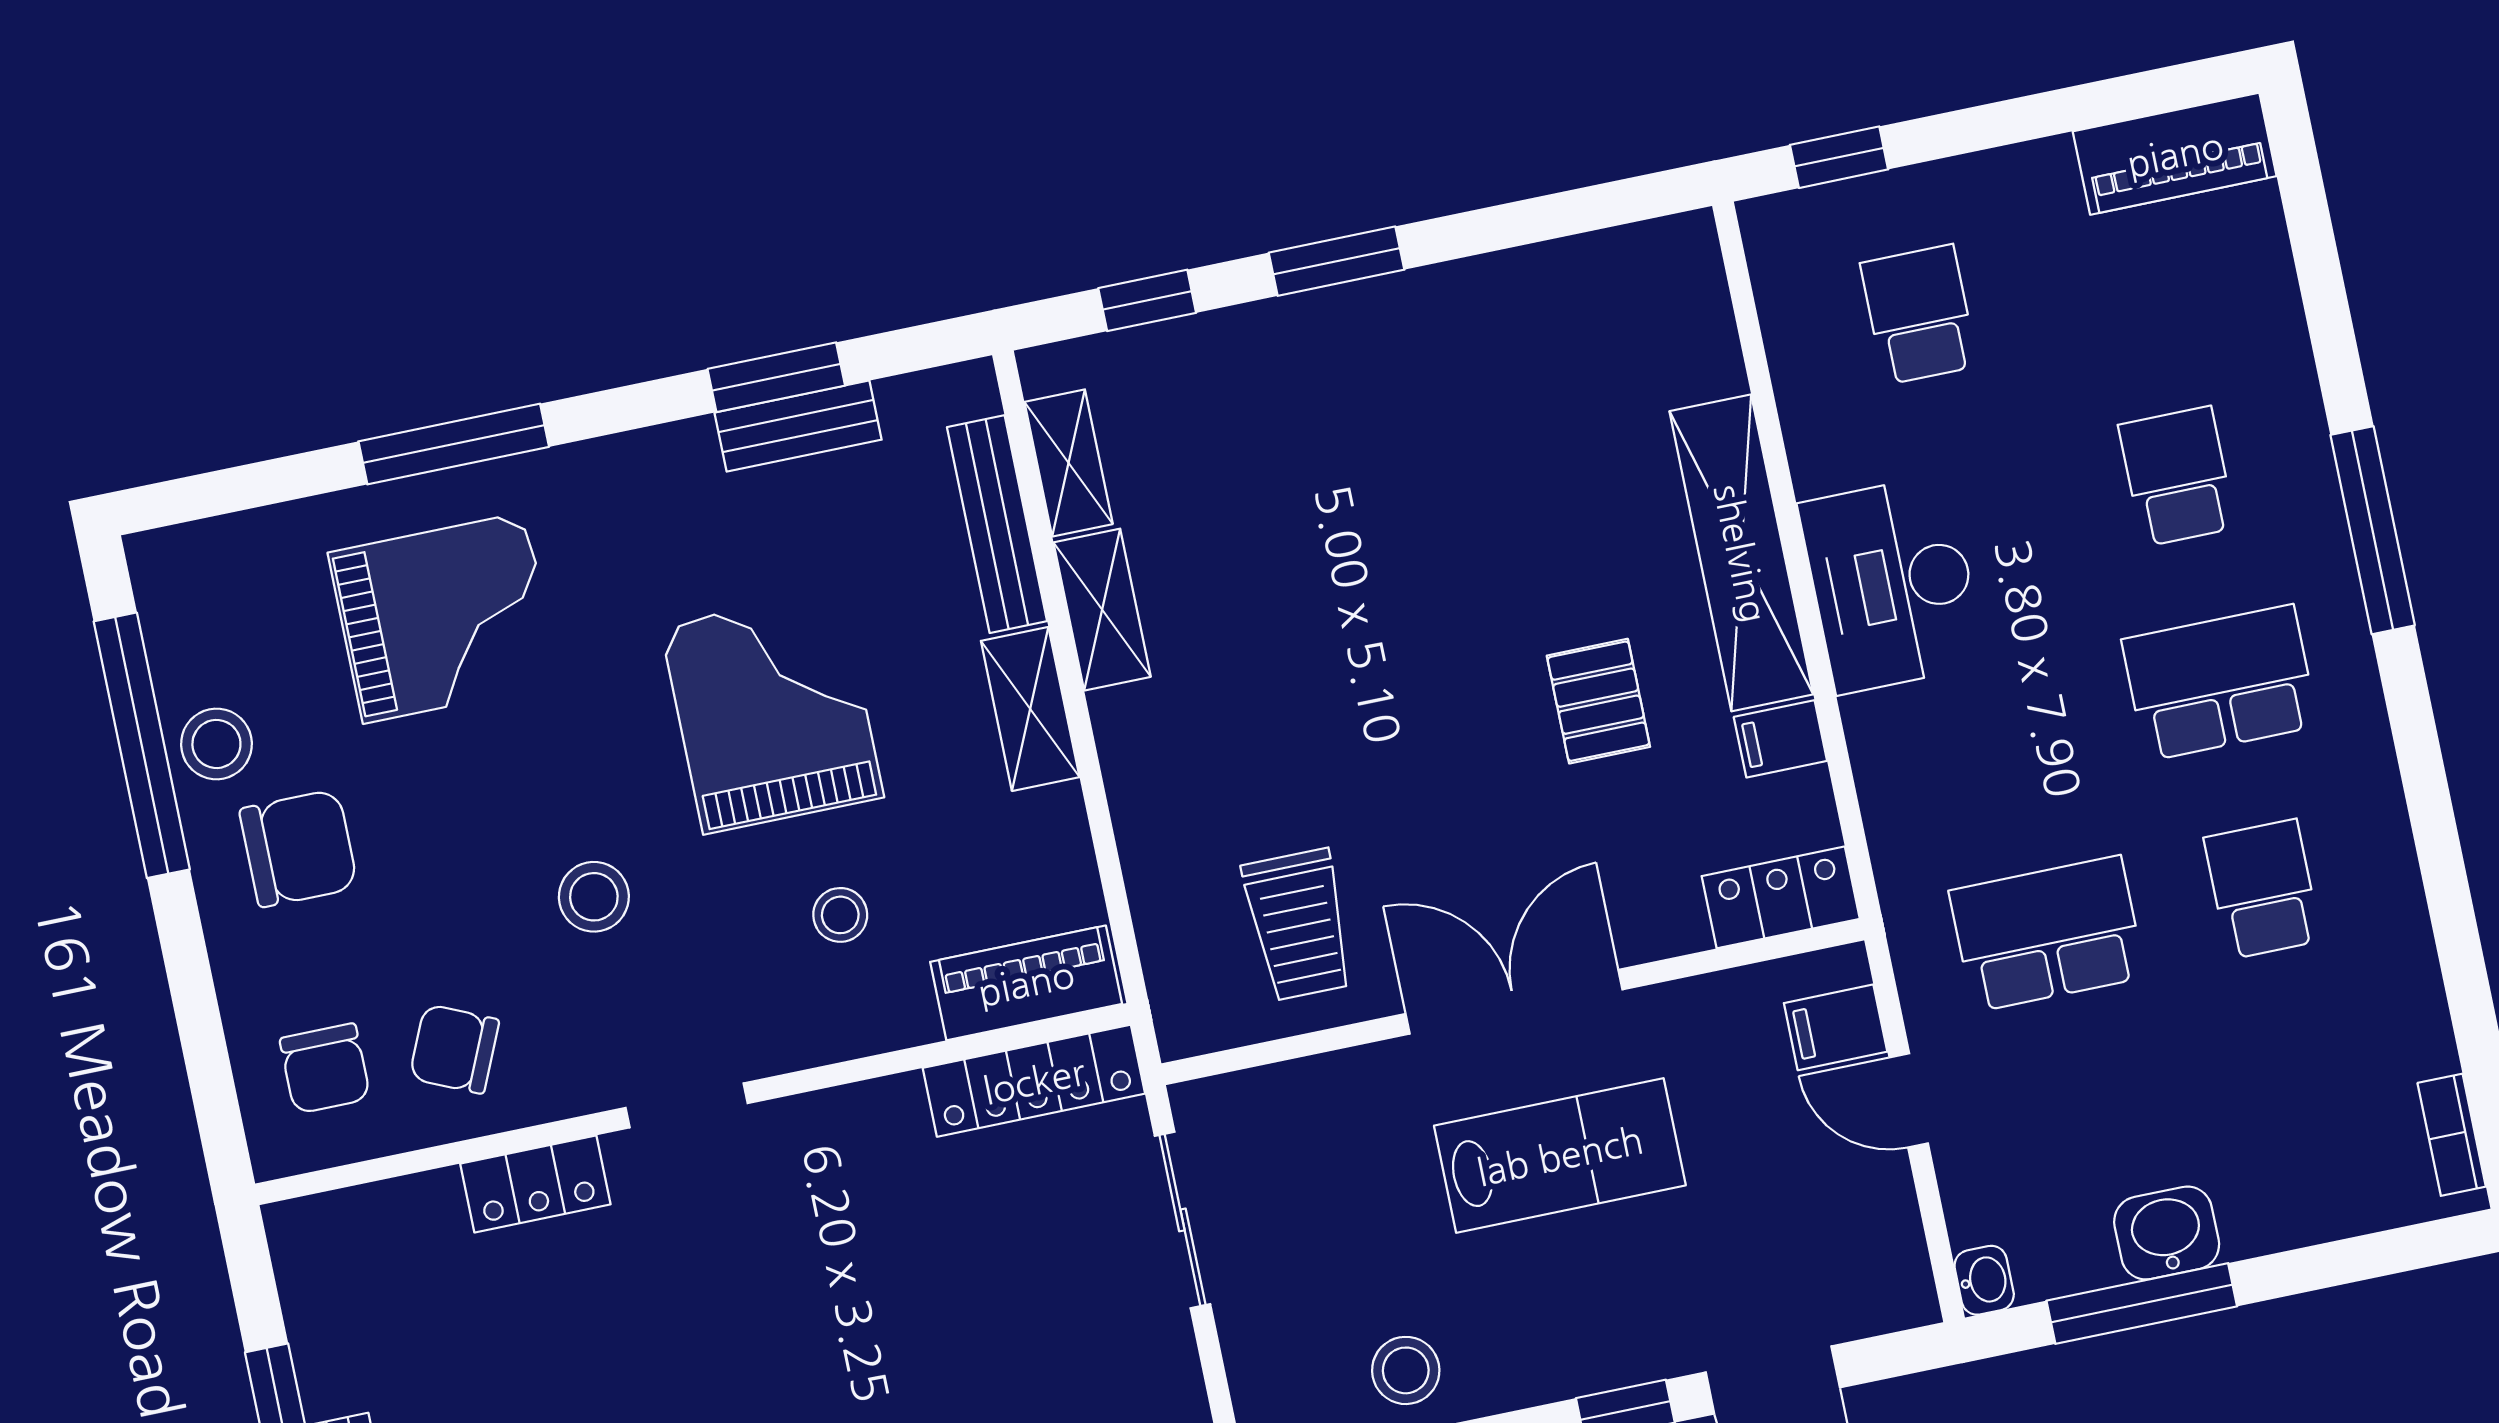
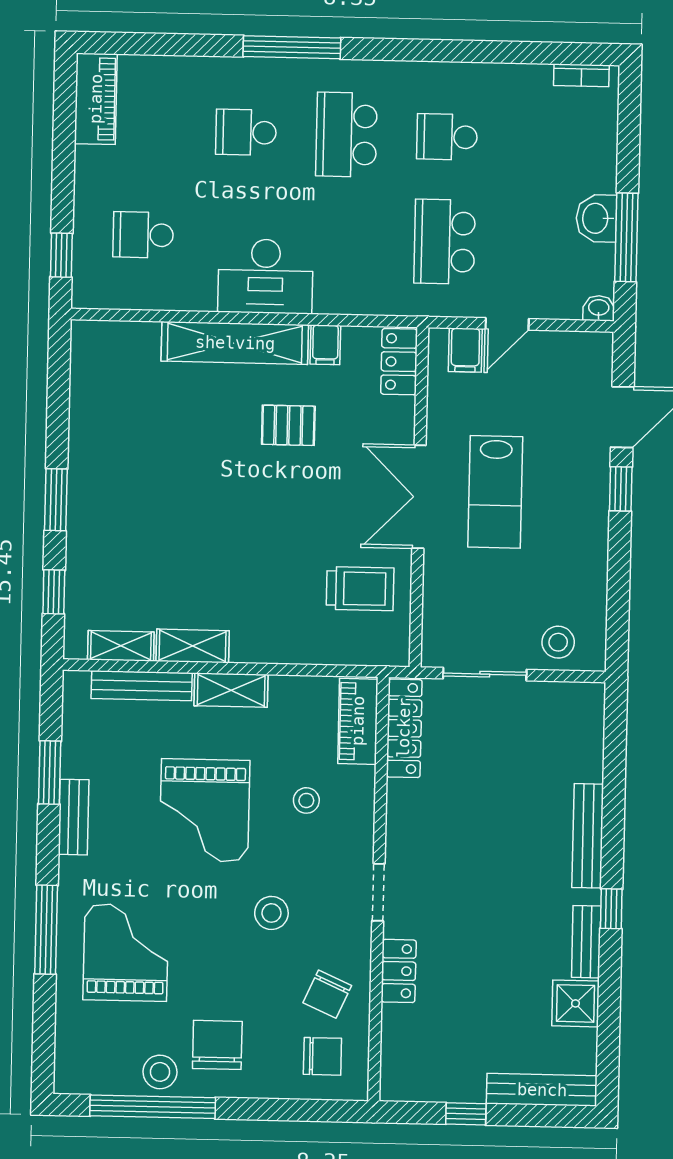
bench: (798, 426) -> (74, 817), moved
grand piano: (772, 712) -> (205, 810), turned -90
lab bench: (1560, 1156) -> (495, 492), turned 180
stool: (1406, 1370) -> (558, 642), moved

